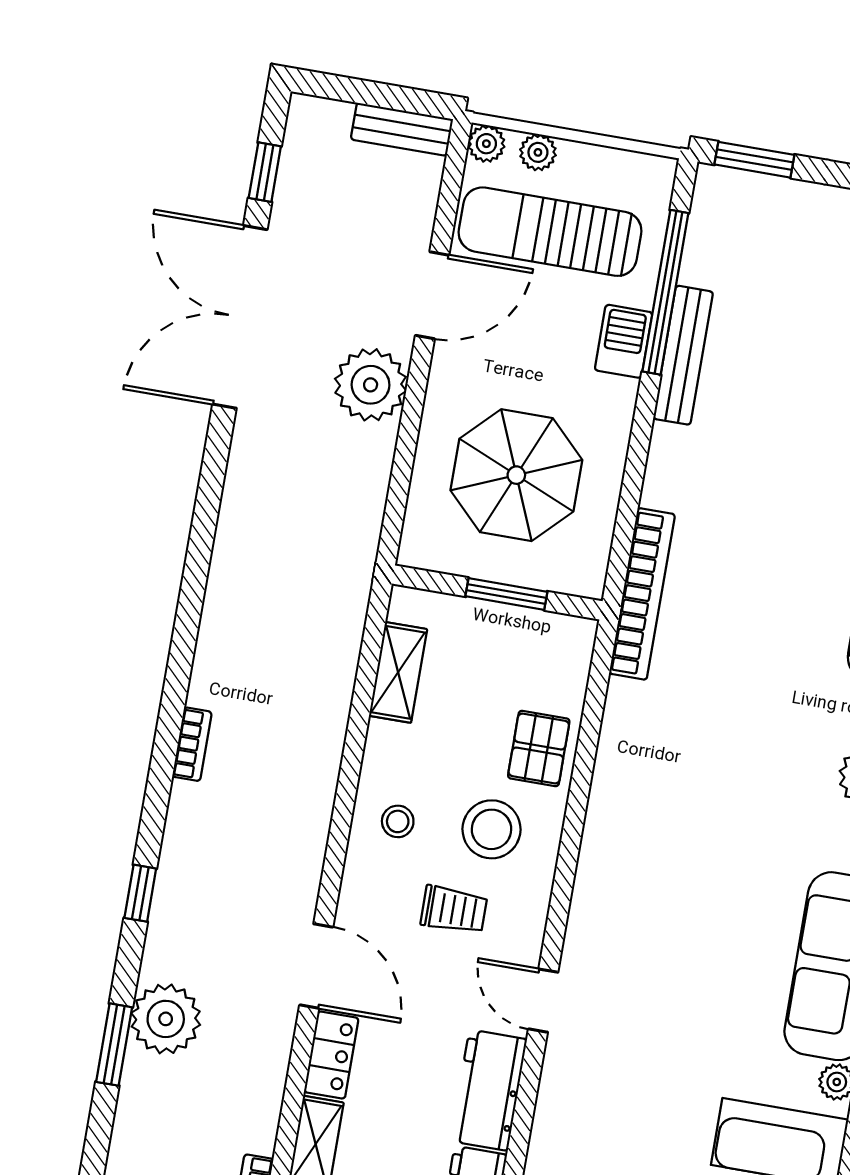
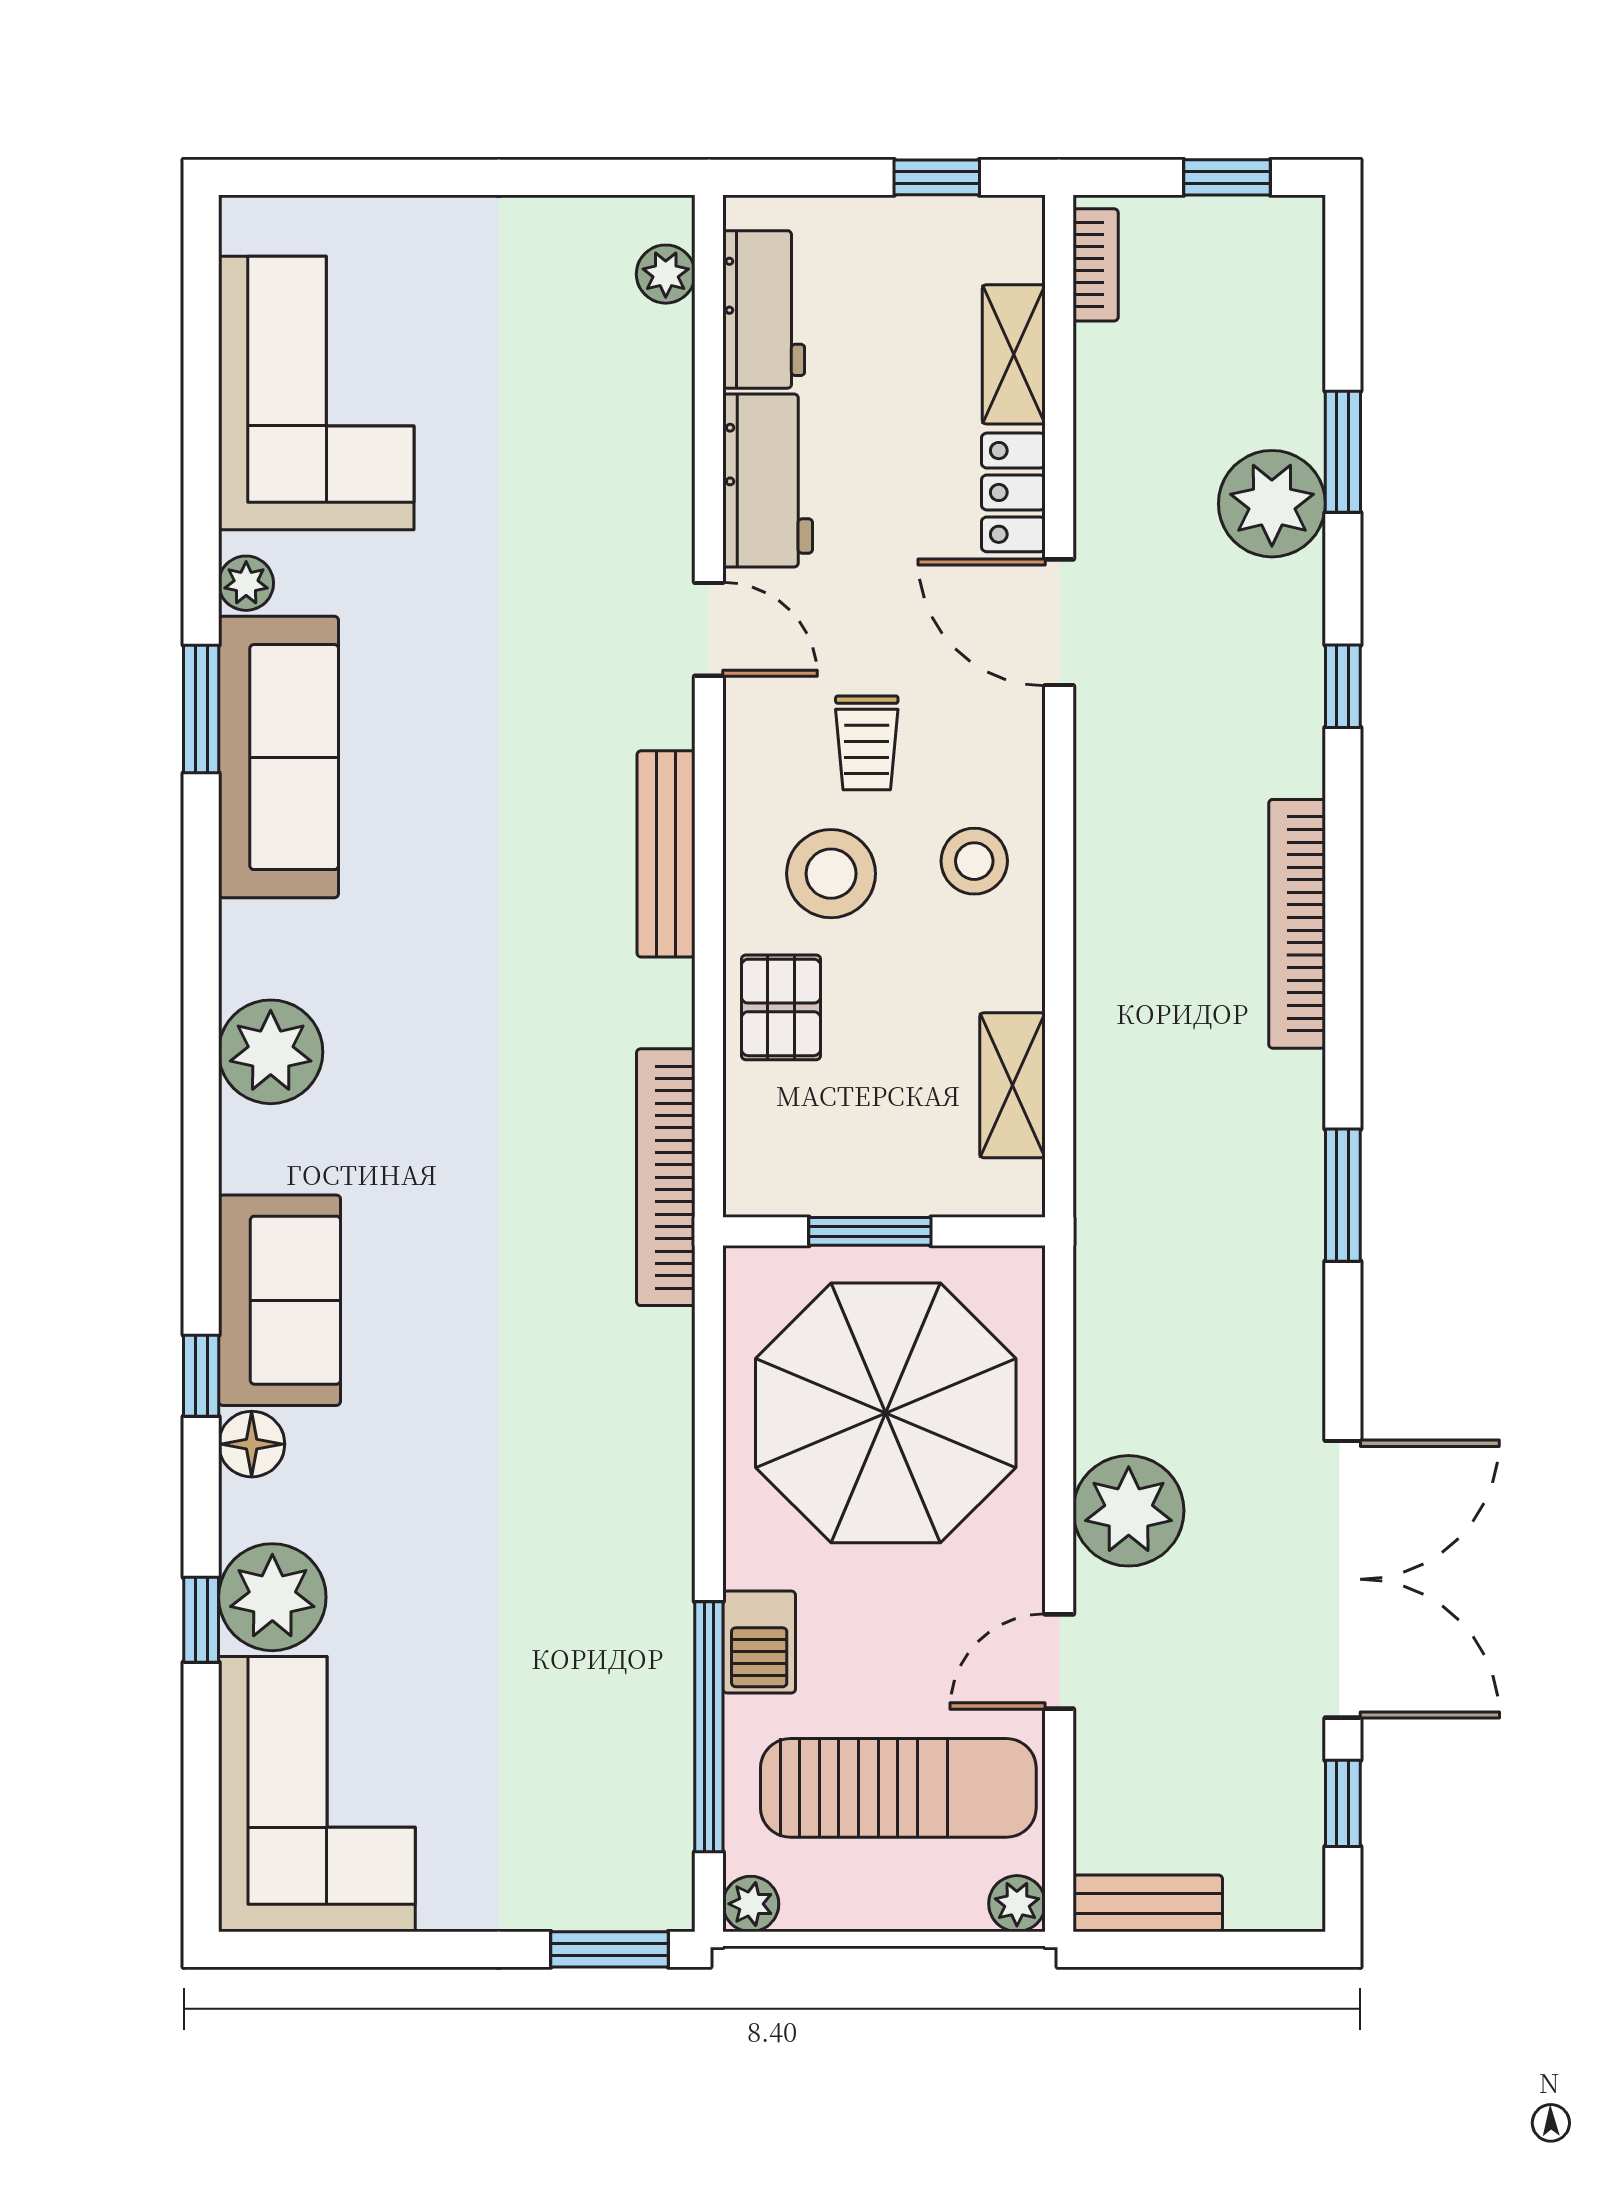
plant: (538, 152) -> (751, 1904), moved
door: (432, 295) -> (1059, 1662), width x0.73
bench: (683, 355) -> (666, 854), moved
parasol: (516, 475) -> (886, 1413), width x1.36, depth x1.36
window: (197, 565) -> (1343, 1195), added
bookcase: (642, 594) -> (666, 1177), moved
bookcase: (192, 744) -> (1297, 924), width x2.31, depth x1.31
stool: (398, 821) -> (974, 861), width x1.37, depth x1.37
trolley: (454, 910) -> (867, 743), turned -90

